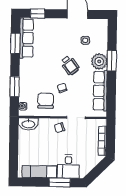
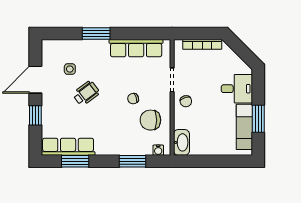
window: (38, 13) -> (35, 115), moved
plant: (99, 61) -> (97, 50), removed
wheelchair: (70, 65) -> (86, 93), moved
window: (60, 183) -> (258, 119), moved

